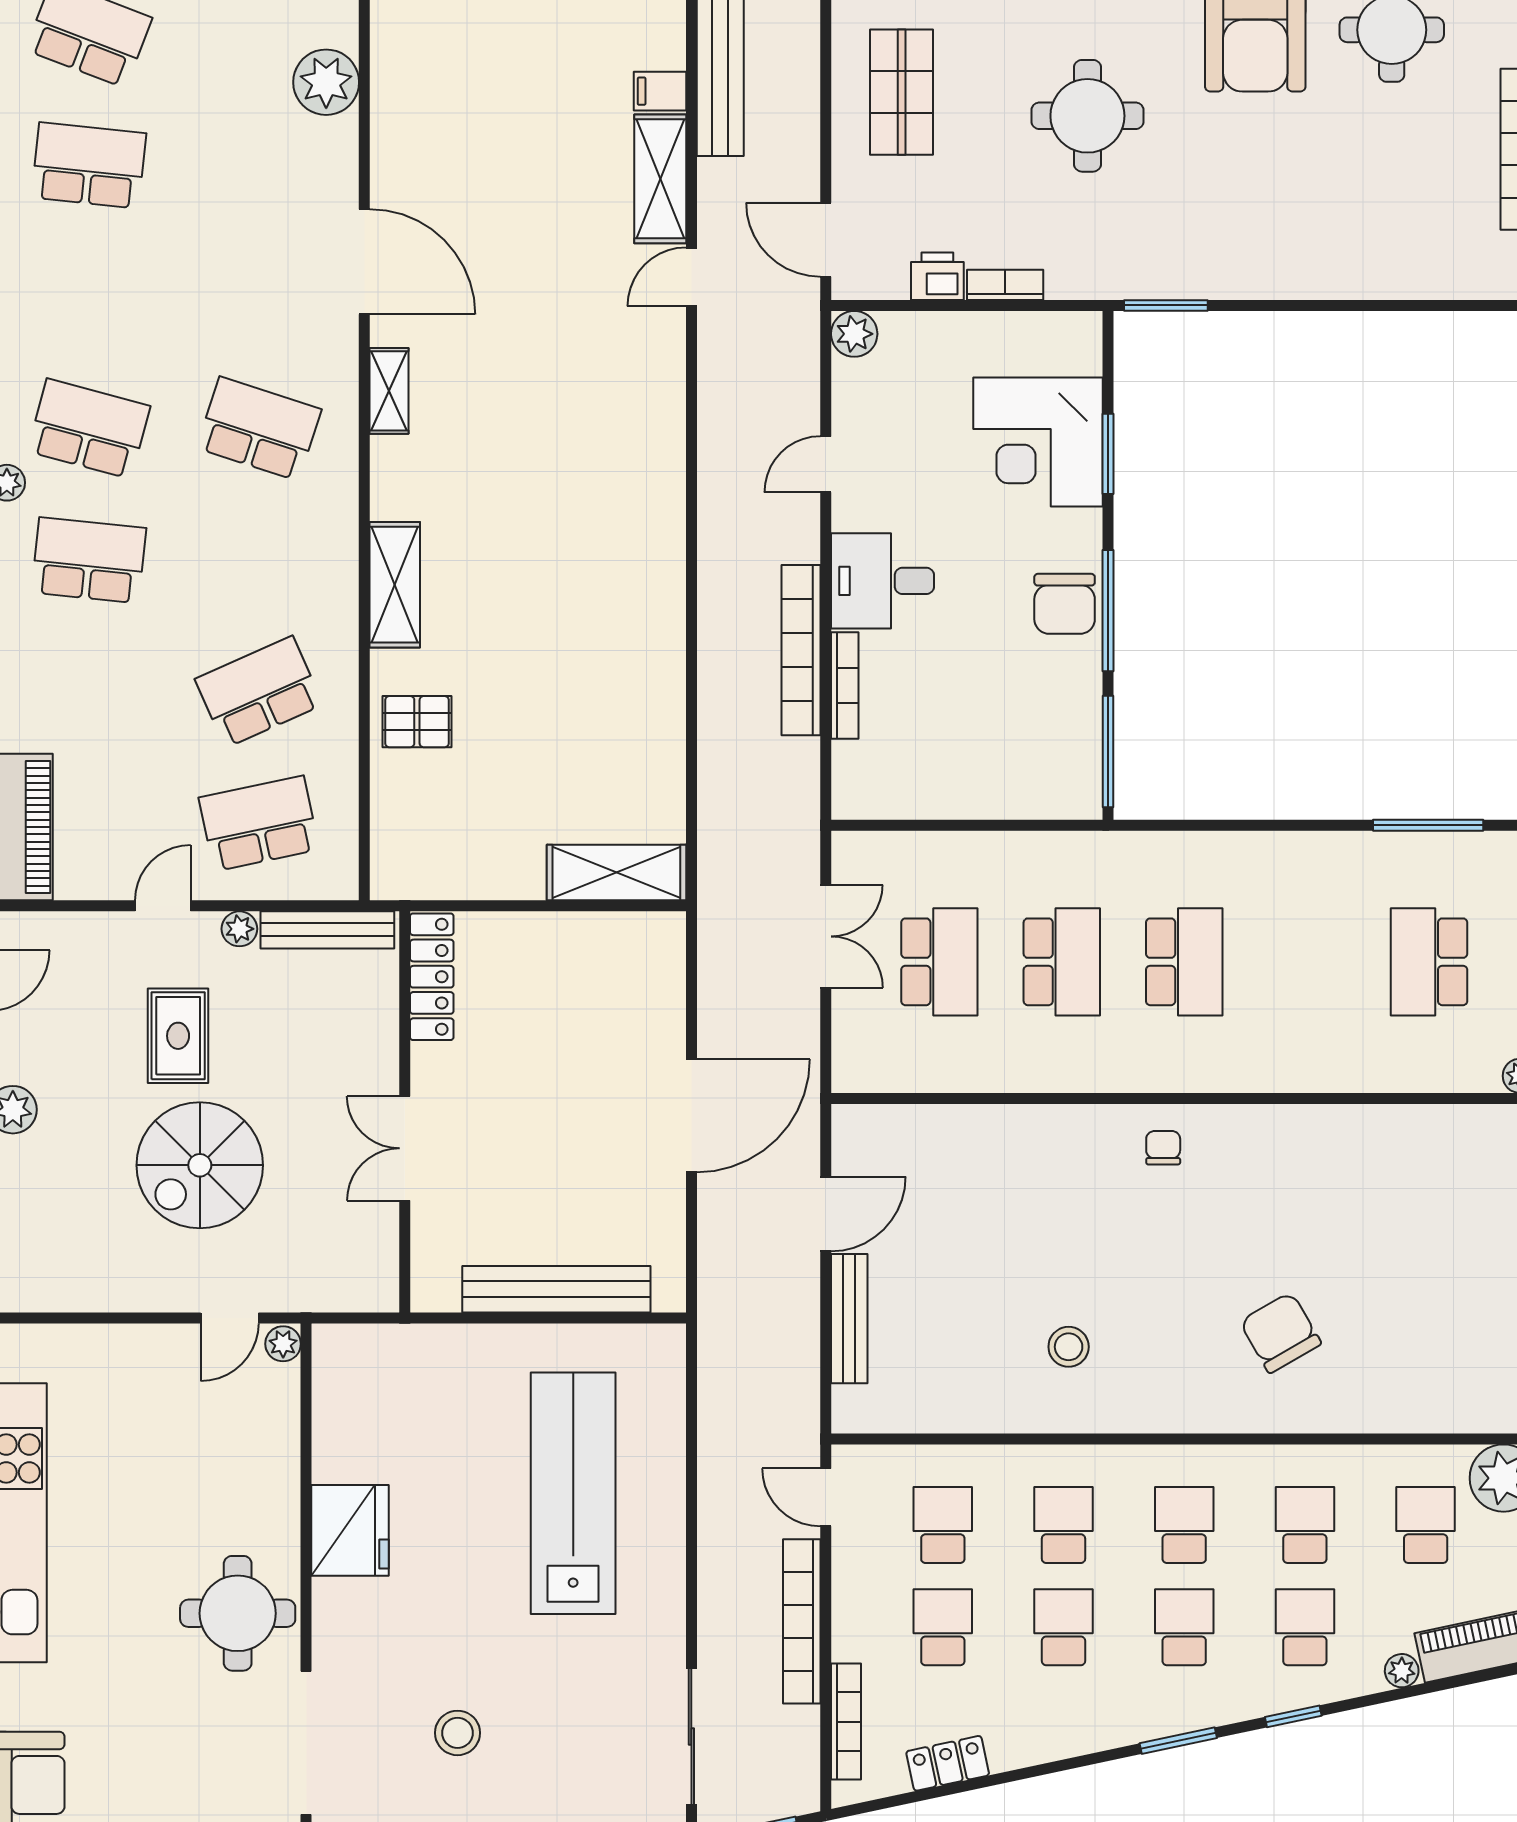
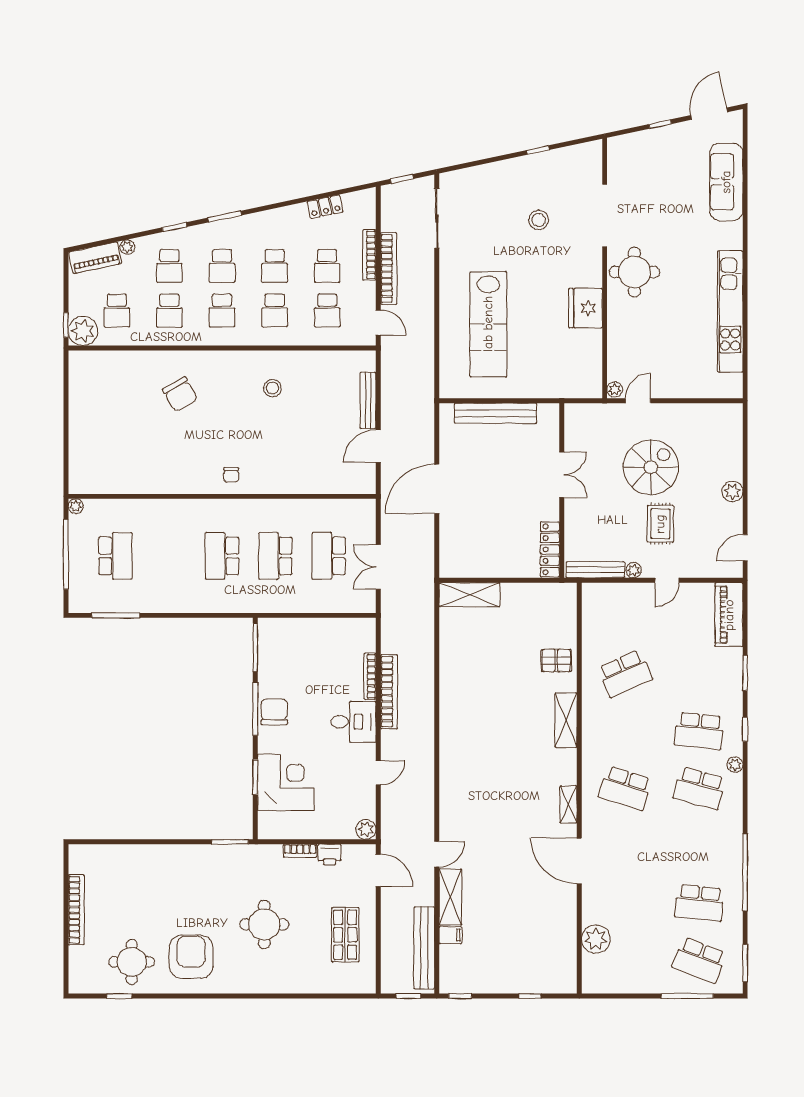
school desk: (259, 823) -> (625, 616), removed
bookcase: (846, 1722) -> (369, 255), moved

